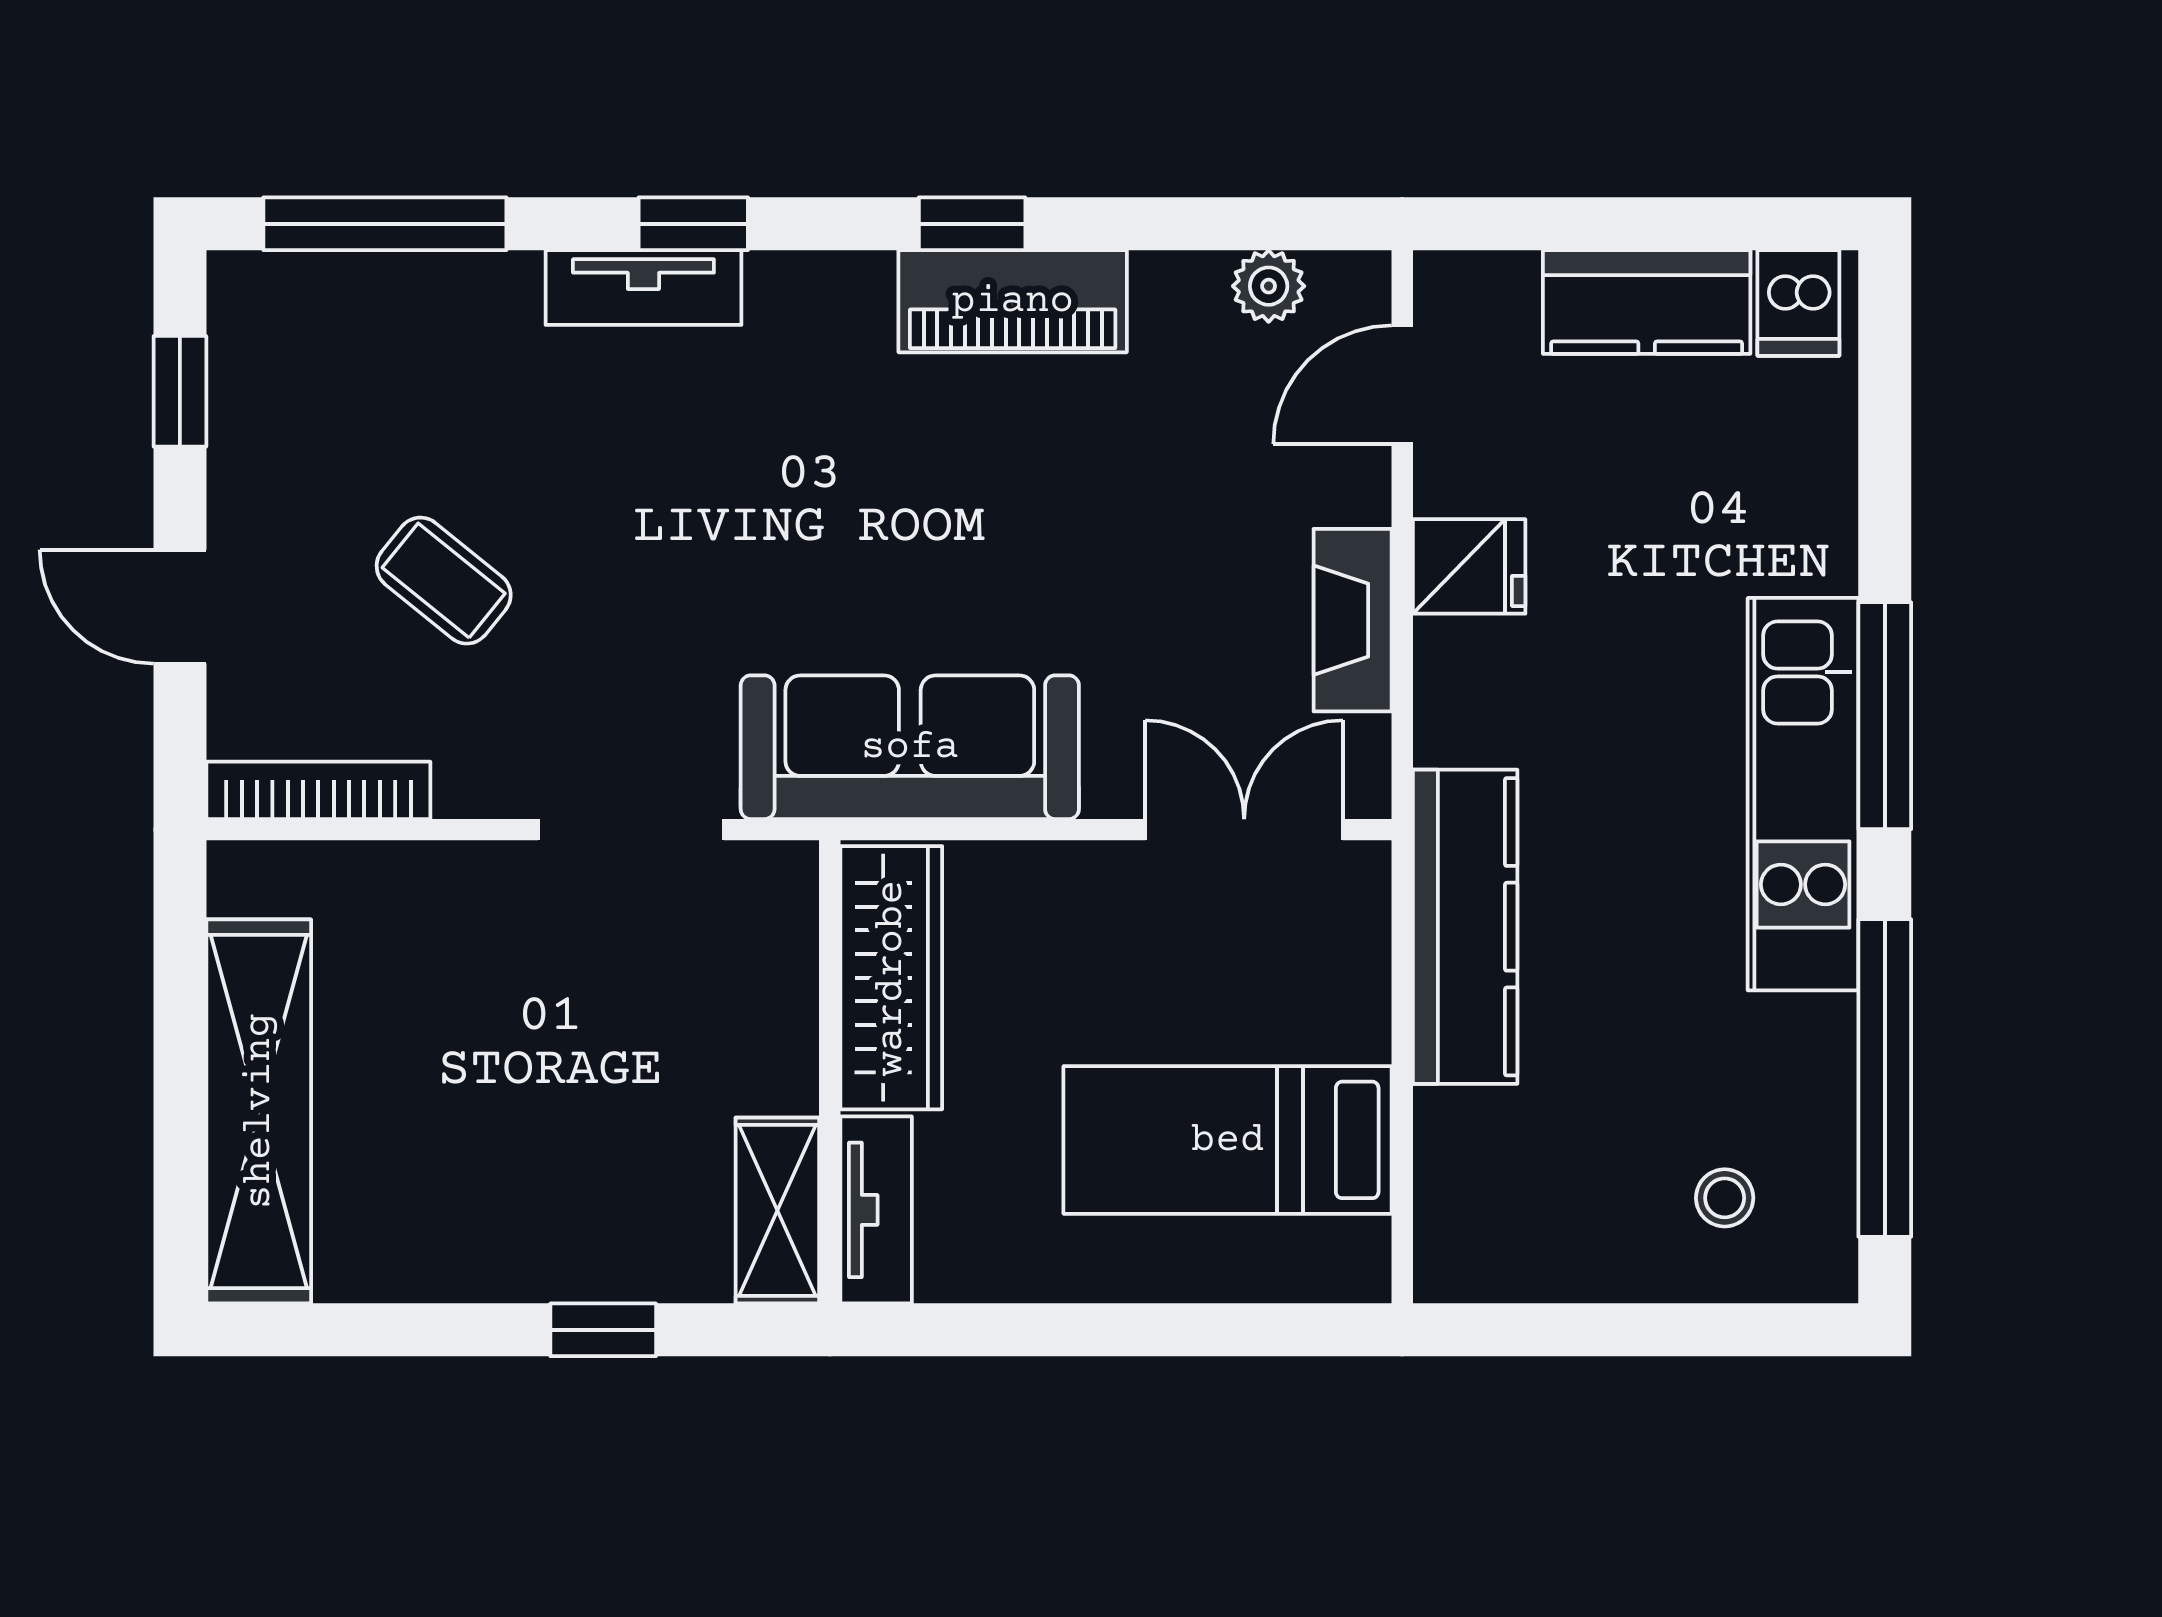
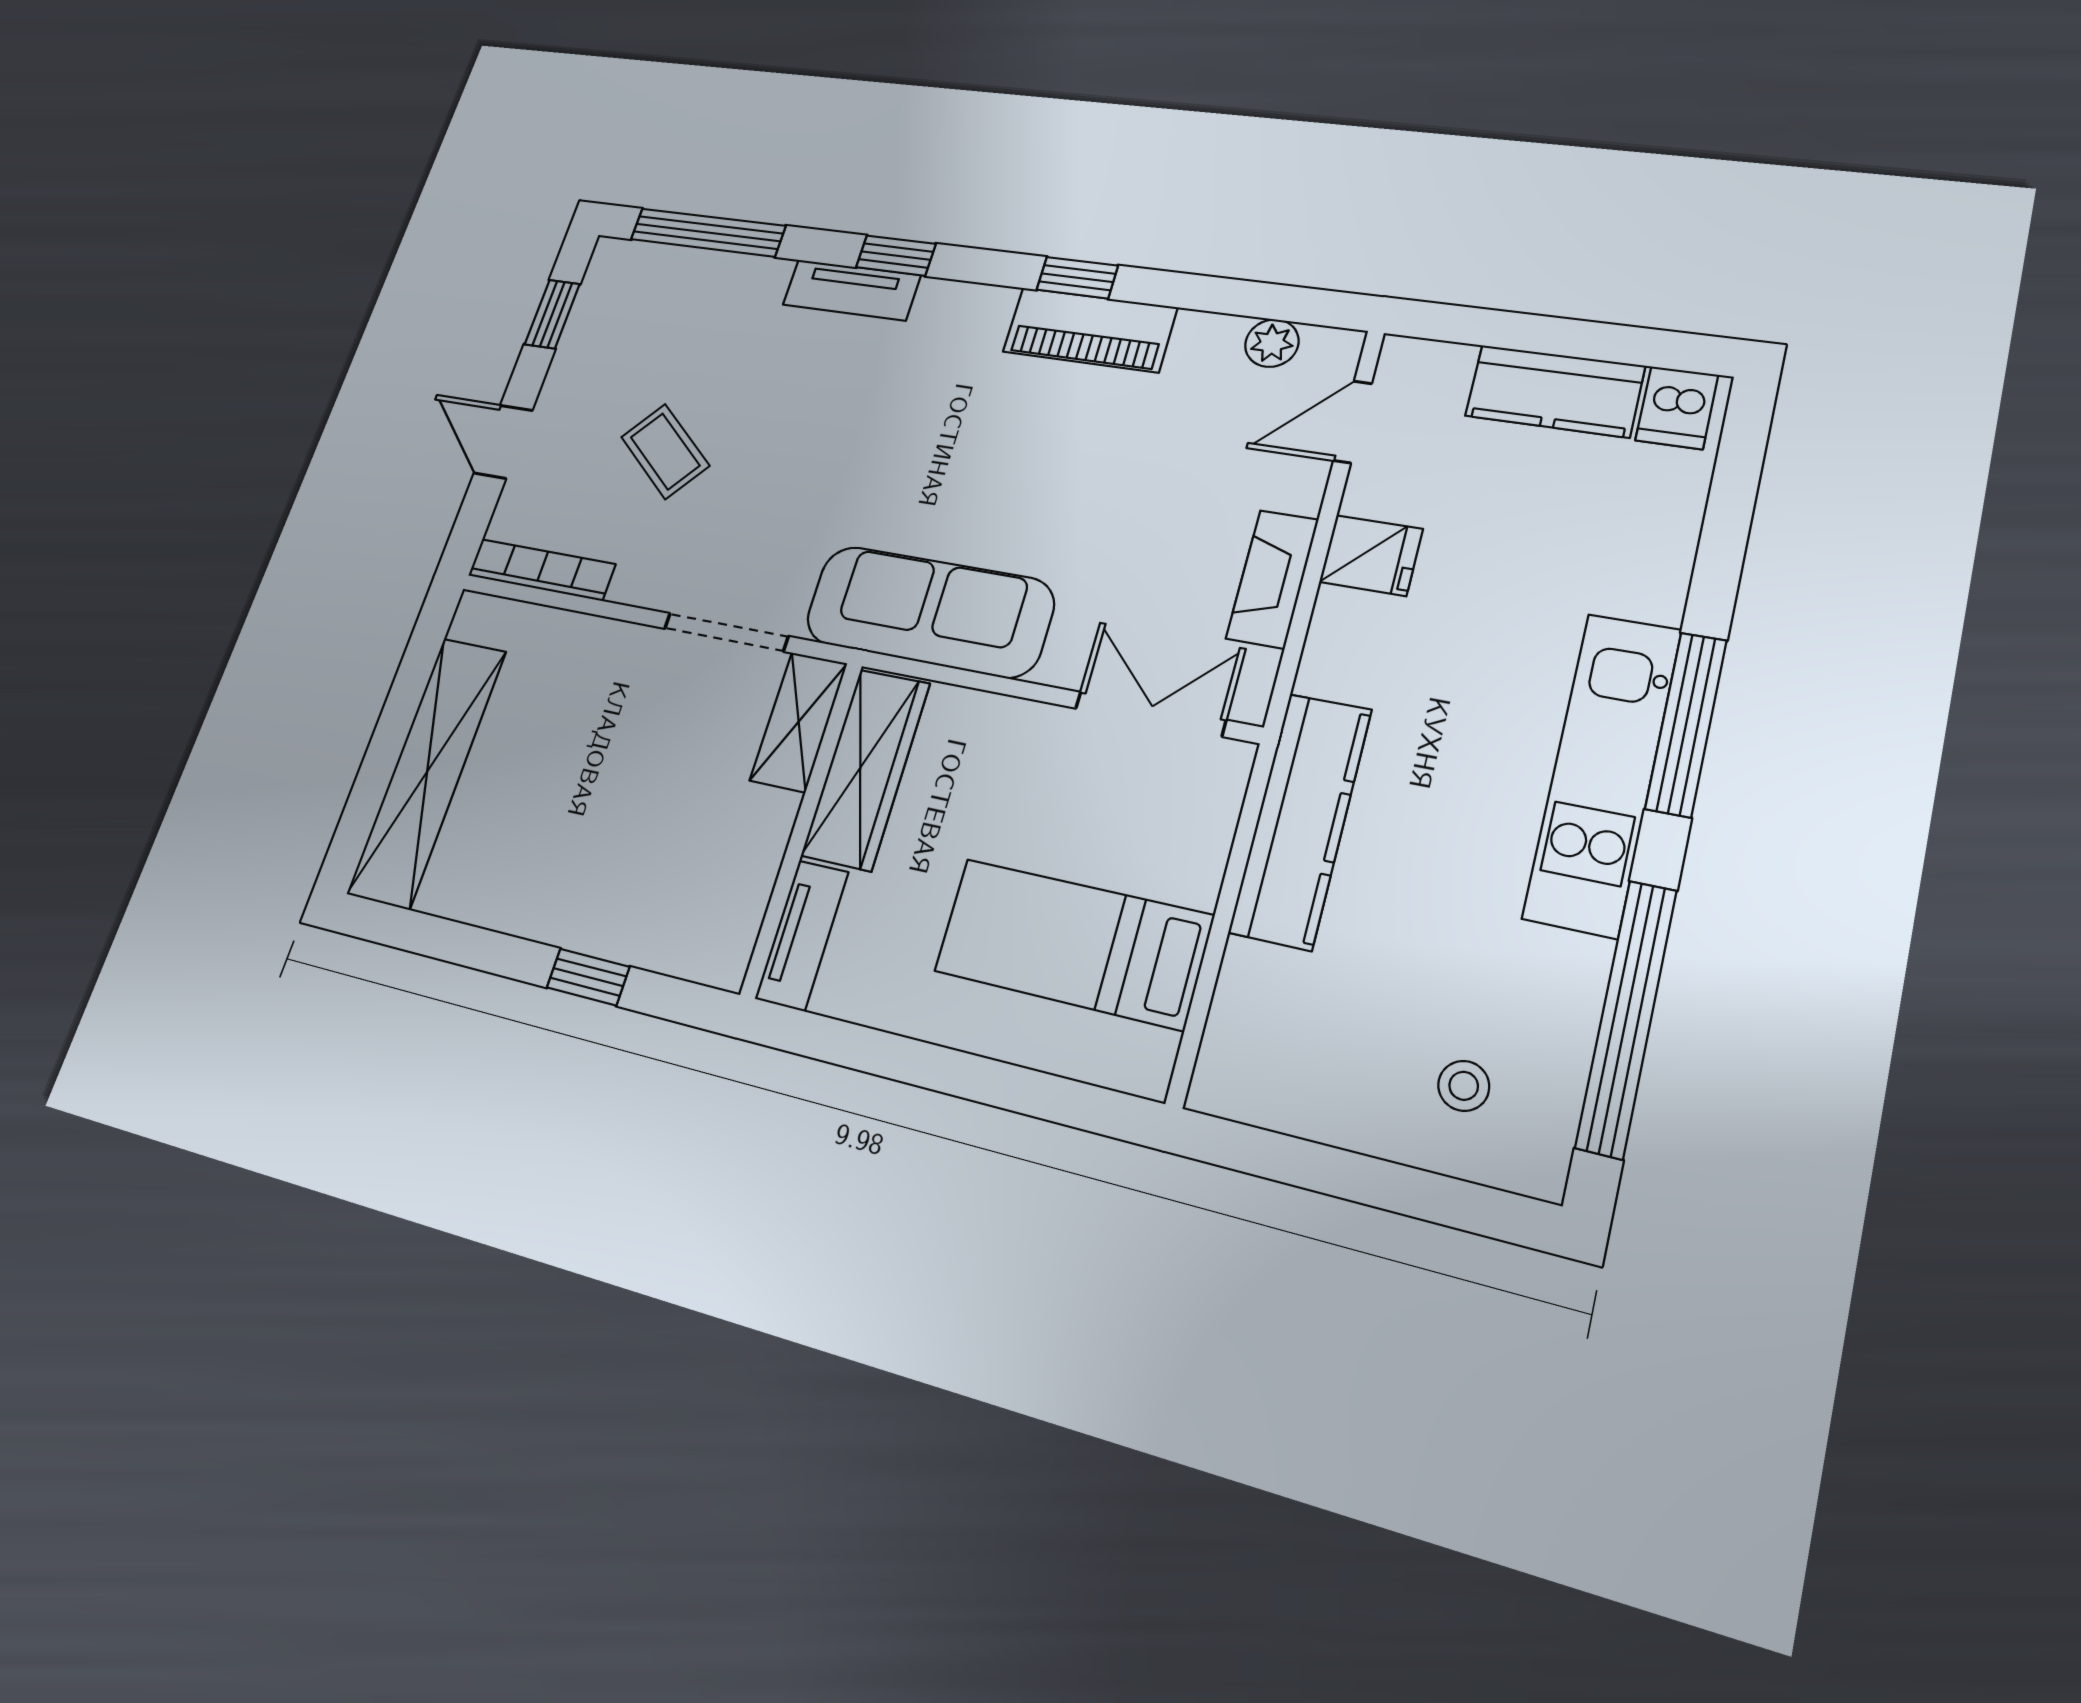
shelving: (777, 1210) -> (799, 722), moved

